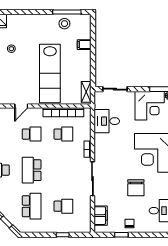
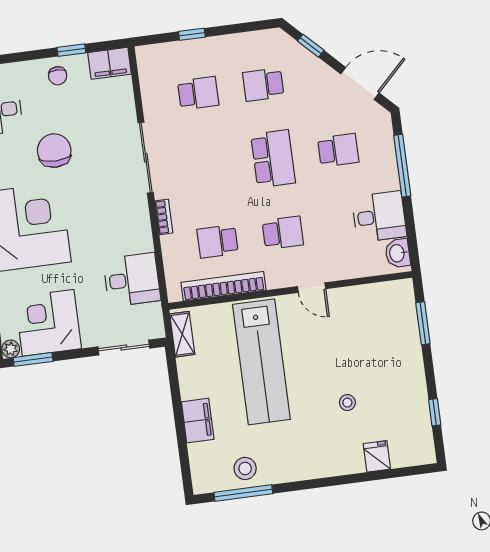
filing cabinet: (84, 45) -> (198, 421), width x2.00
lab bench: (50, 74) -> (261, 362), turned 180
door: (21, 106) -> (312, 288), swing flipped
school desk: (32, 134) -> (283, 233), turned 180
school desk: (32, 206) -> (263, 85), width x0.54
school desk: (63, 206) -> (198, 93), turned 180
filing cabinet: (101, 216) -> (109, 63), moved, turned -90

